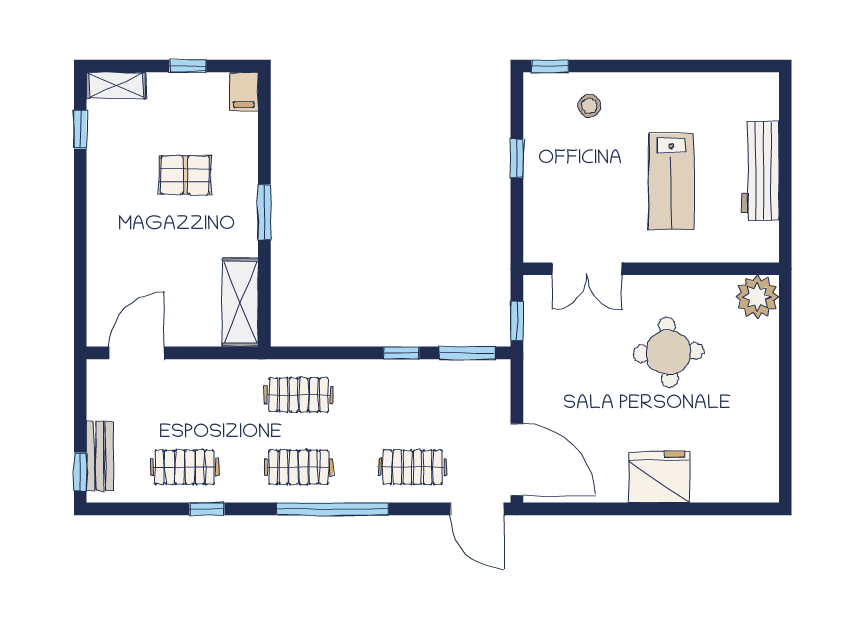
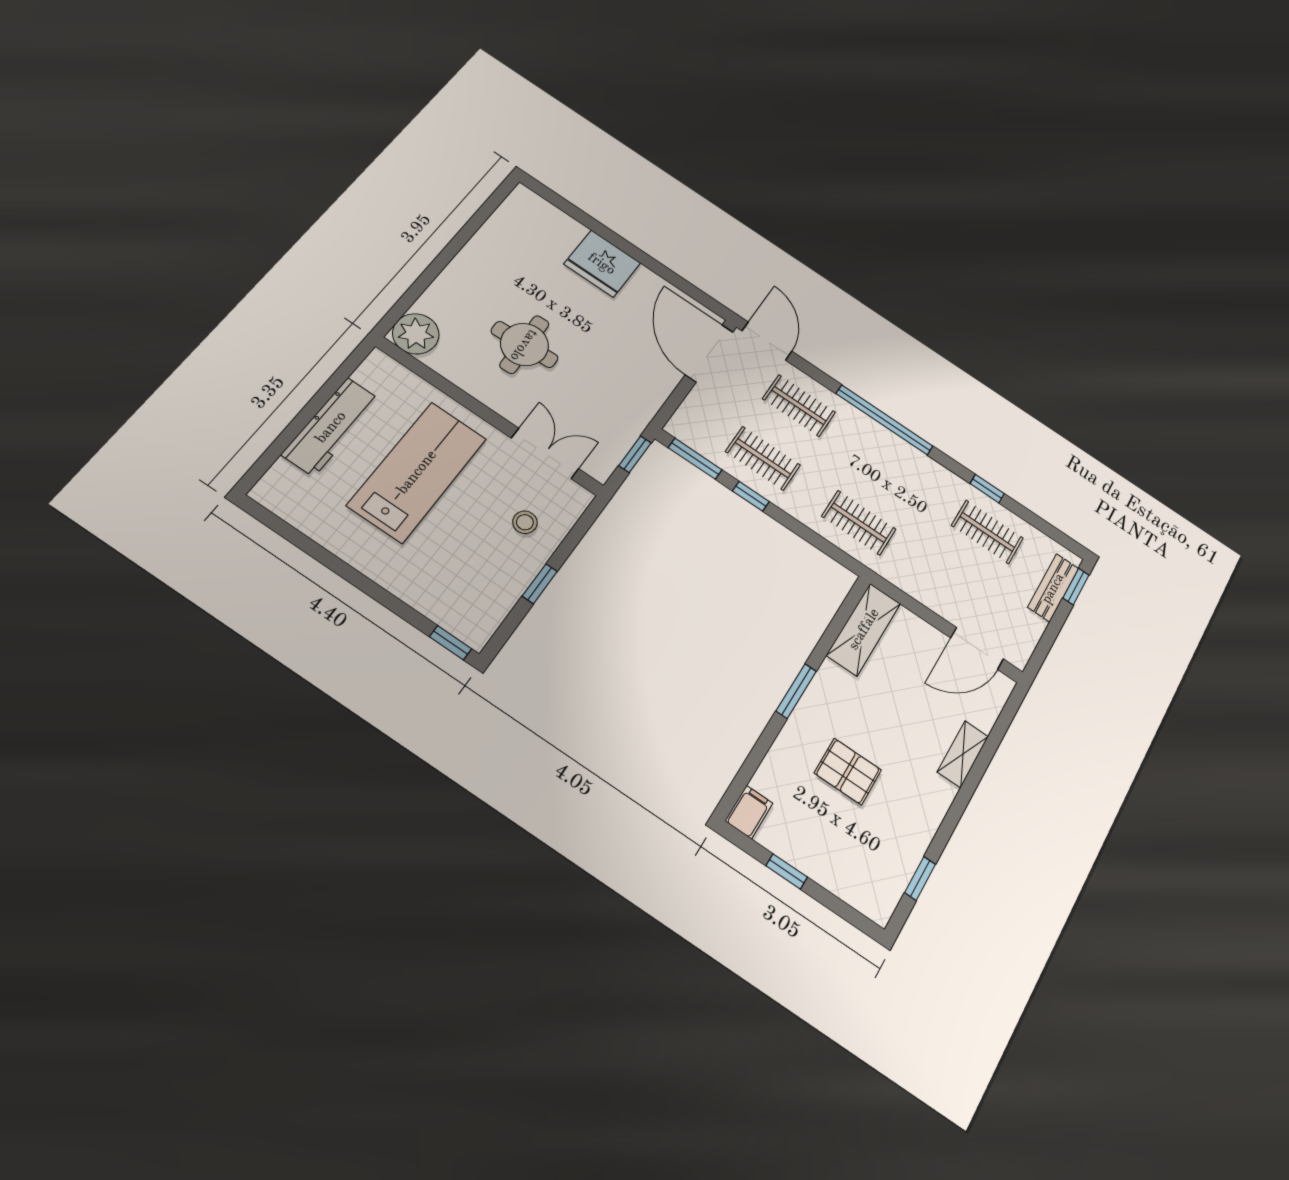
shelving: (116, 86) -> (963, 754), moved, turned 90
stool: (589, 106) -> (525, 522), moved
lab bench: (671, 182) -> (417, 472), width x1.36, depth x1.39
clothes rail: (299, 467) -> (763, 458), moved

